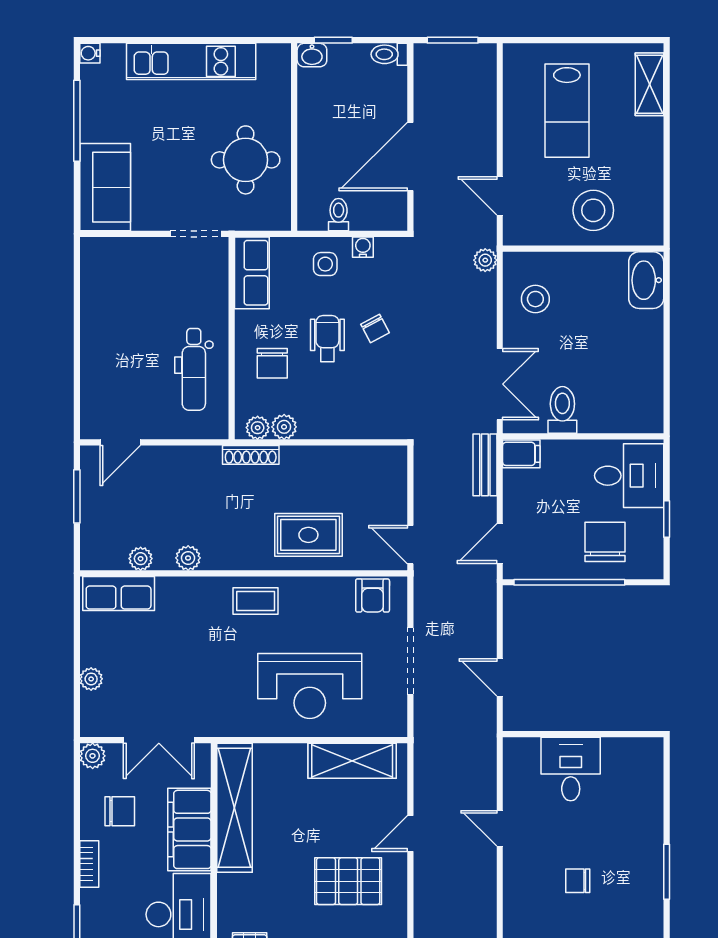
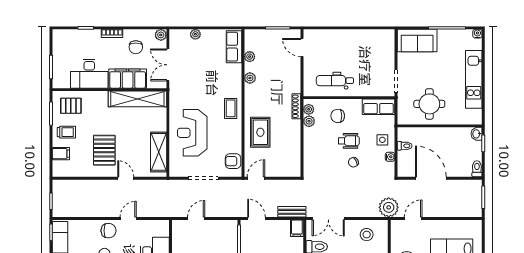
plant: (485, 260) -> (389, 207), width x1.88, depth x1.88
chair: (527, 872) -> (108, 231), added

